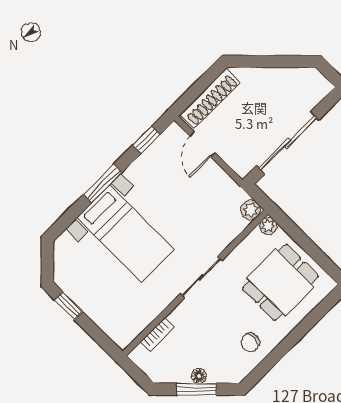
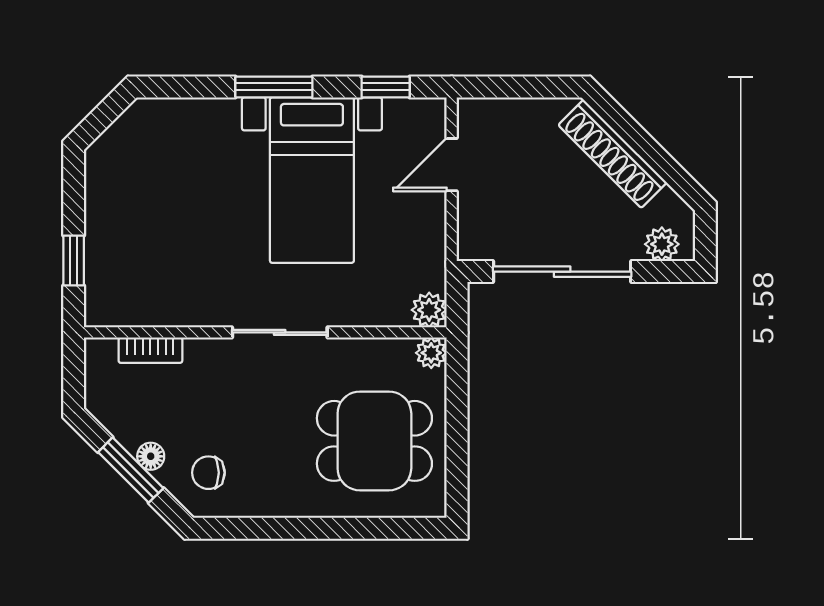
plant: (316, 93) -> (662, 244), added
shoe rack: (210, 98) -> (612, 154), moved, turned 45
bed with nightstands: (125, 234) -> (312, 180), moved
window: (69, 306) -> (74, 261), moved
chair: (250, 342) -> (208, 473), moved

